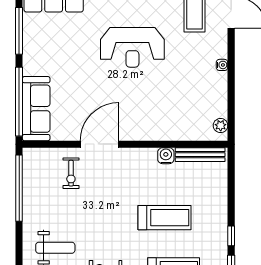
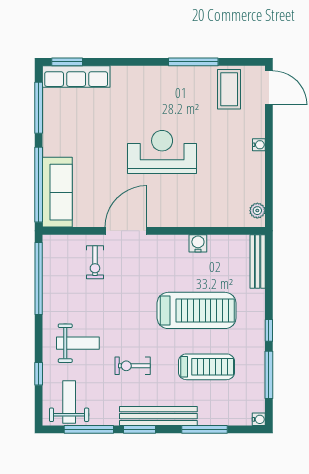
reception desk: (132, 47) -> (162, 152), moved, turned 180
bench: (200, 155) -> (258, 261), moved, turned 90
treadmill: (165, 218) -> (197, 310), width x1.37, depth x1.38

